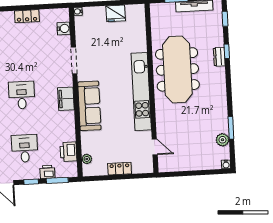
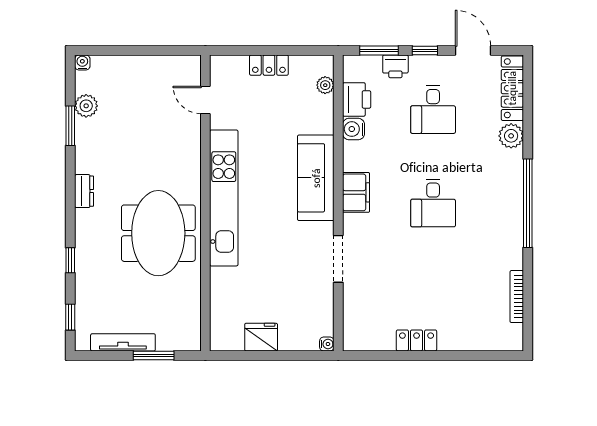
water cooler: (64, 28) -> (354, 129), moved
dresser: (219, 57) -> (84, 191), moved
meeting table: (177, 69) -> (158, 233), width x0.73

